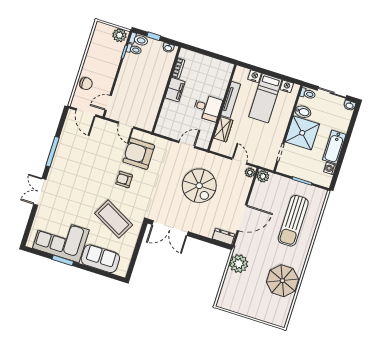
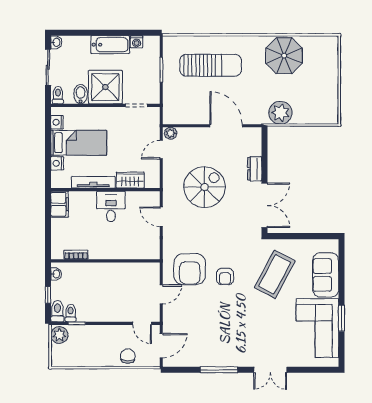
filing cabinet: (175, 90) -> (60, 204), moved, turned 90
plant: (263, 176) -> (170, 117), removed
dresser: (223, 237) -> (255, 169), moved

